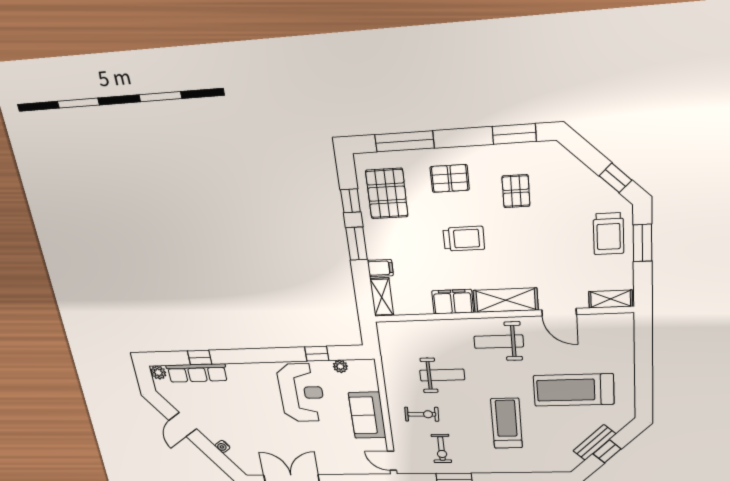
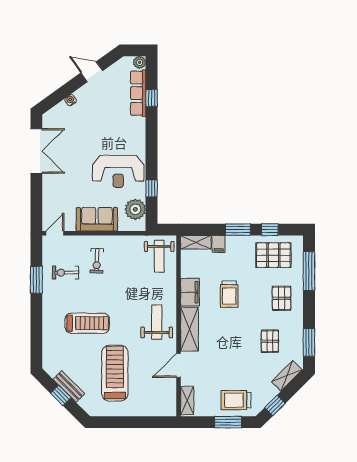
shelving: (568, 163) -> (287, 376), added
pallet: (516, 191) -> (270, 341), turned 90
trolley: (464, 239) -> (229, 294), moved
plant: (340, 366) -> (135, 209), width x1.88, depth x1.88
weight bench: (442, 375) -> (159, 256), moved

